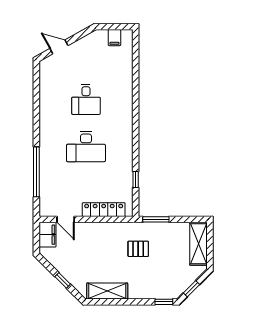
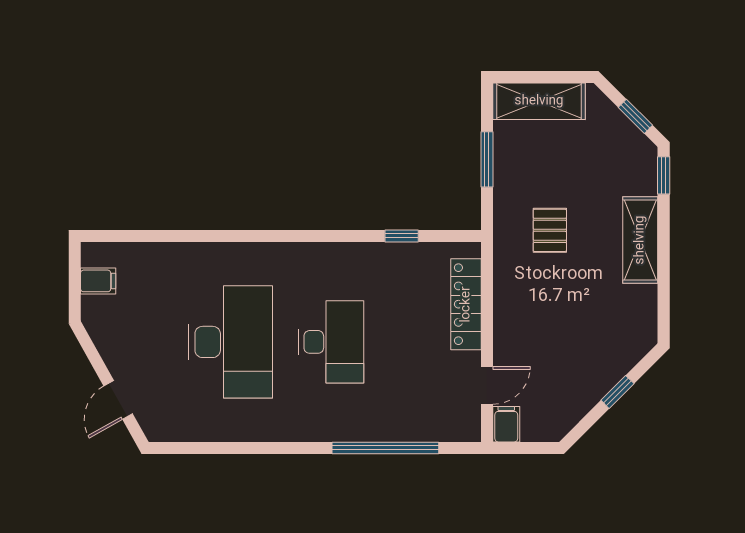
desk: (86, 99) -> (230, 342), width x1.87, depth x1.30
window: (156, 219) -> (487, 159), moved
filing cabinet: (48, 235) -> (506, 424), width x0.50
shelving: (107, 291) -> (640, 240), moved

